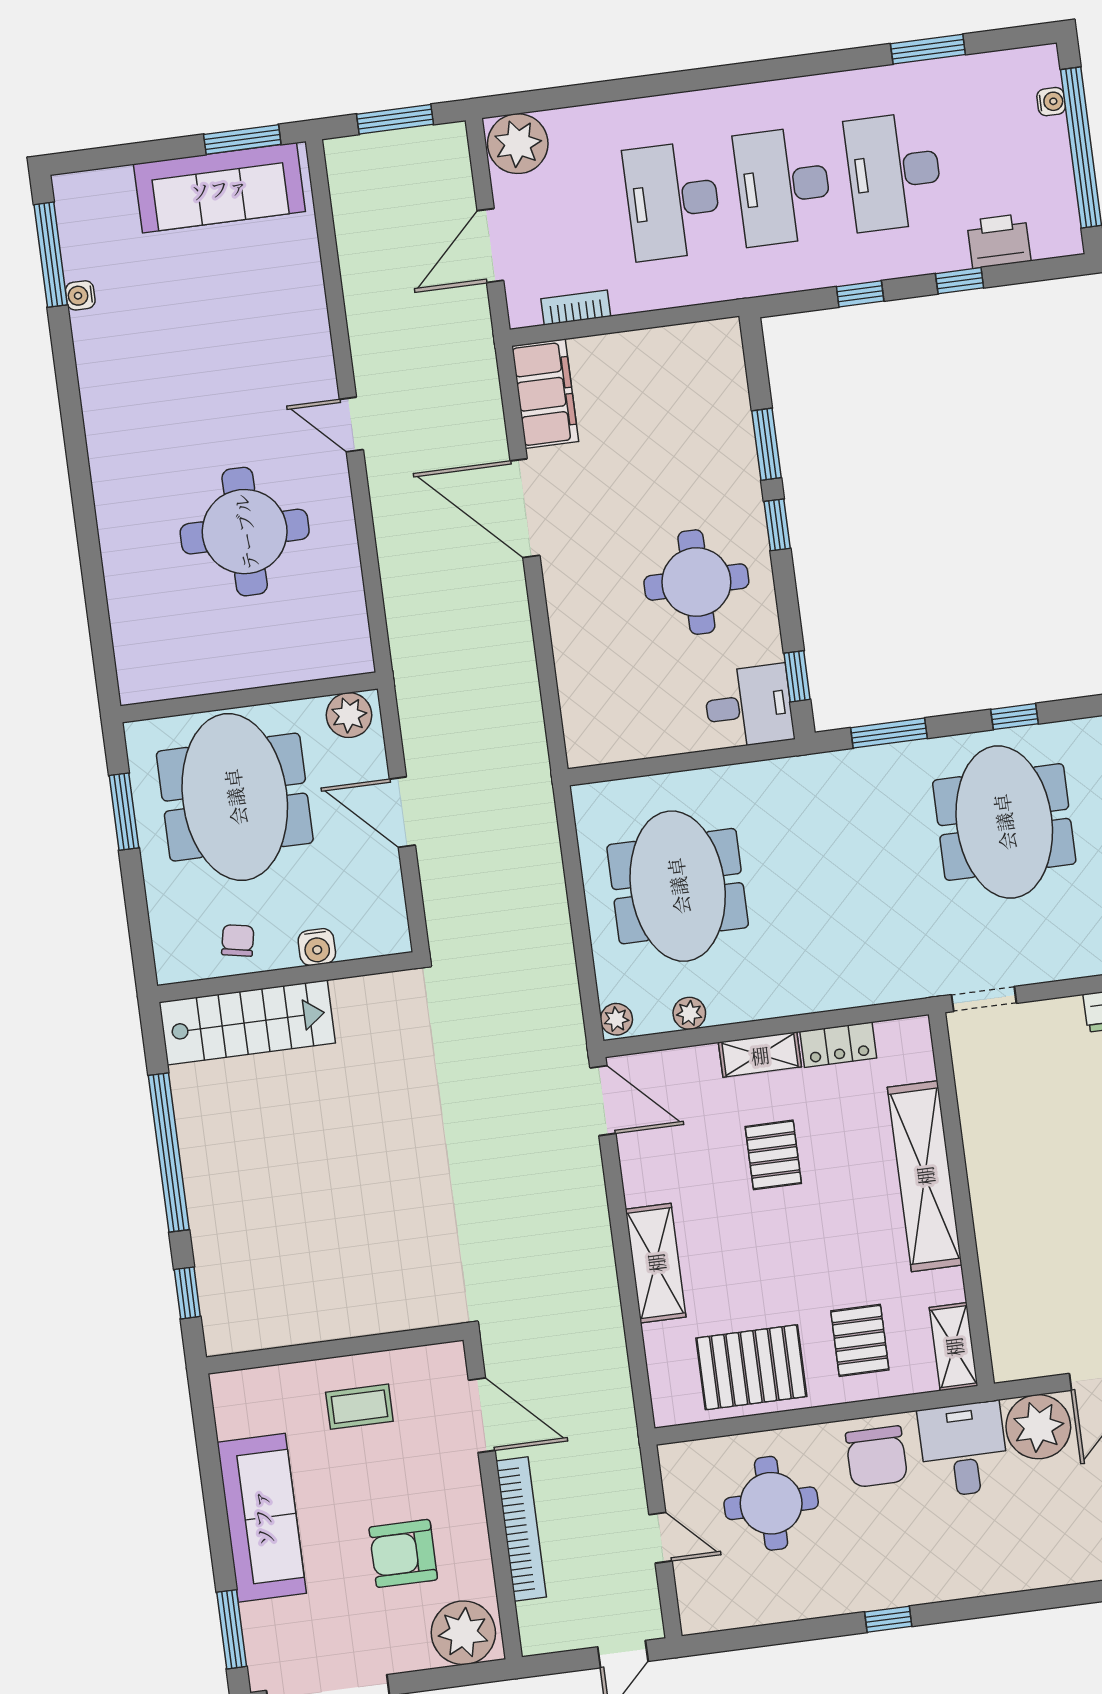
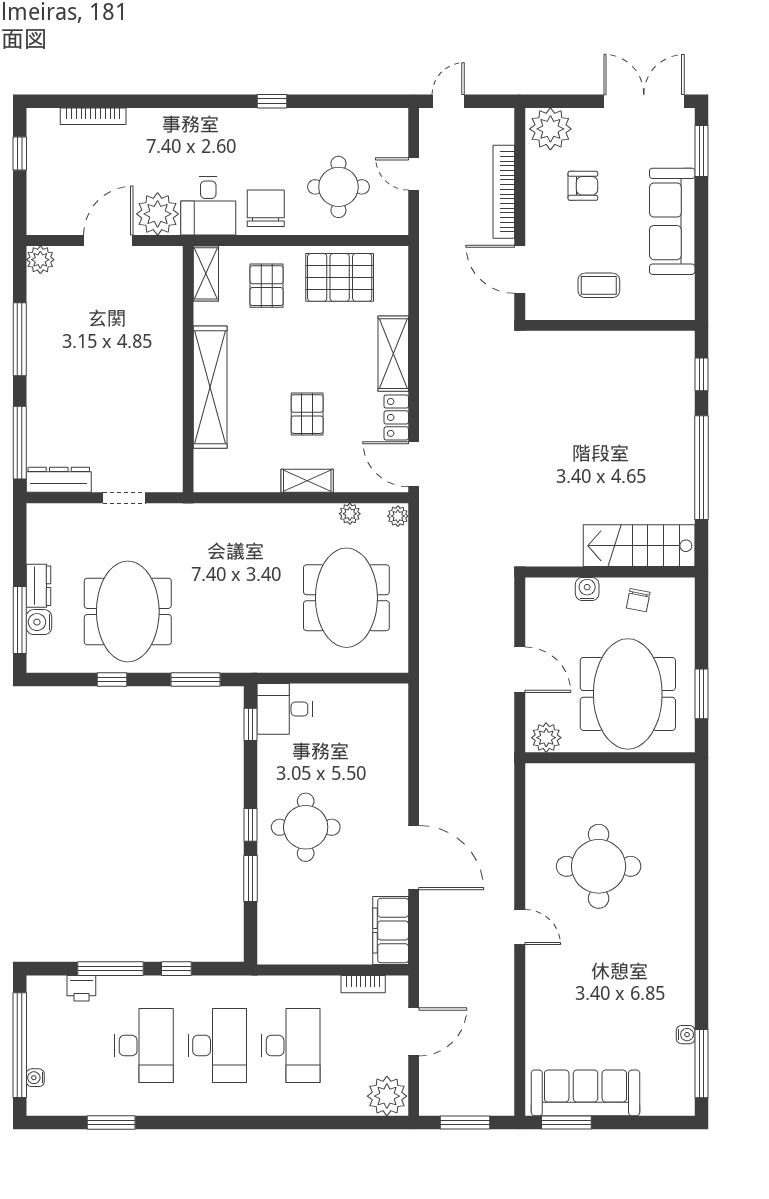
printer: (999, 241) -> (81, 988), width x0.73, depth x0.81
window: (960, 281) -> (110, 969), width x2.17
round table: (696, 582) -> (306, 827), moved
doorway: (984, 999) -> (124, 498), moved
locker: (838, 1045) -> (396, 417), moved, turned -90
armchair: (403, 1553) -> (583, 186), width x0.72, depth x0.72

